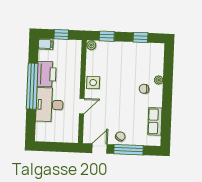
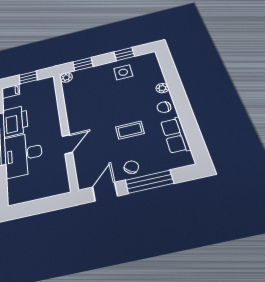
side table: (93, 83) -> (123, 72), moved
chair: (144, 89) -> (164, 107), moved
coffee table: (127, 108) -> (130, 130), added

